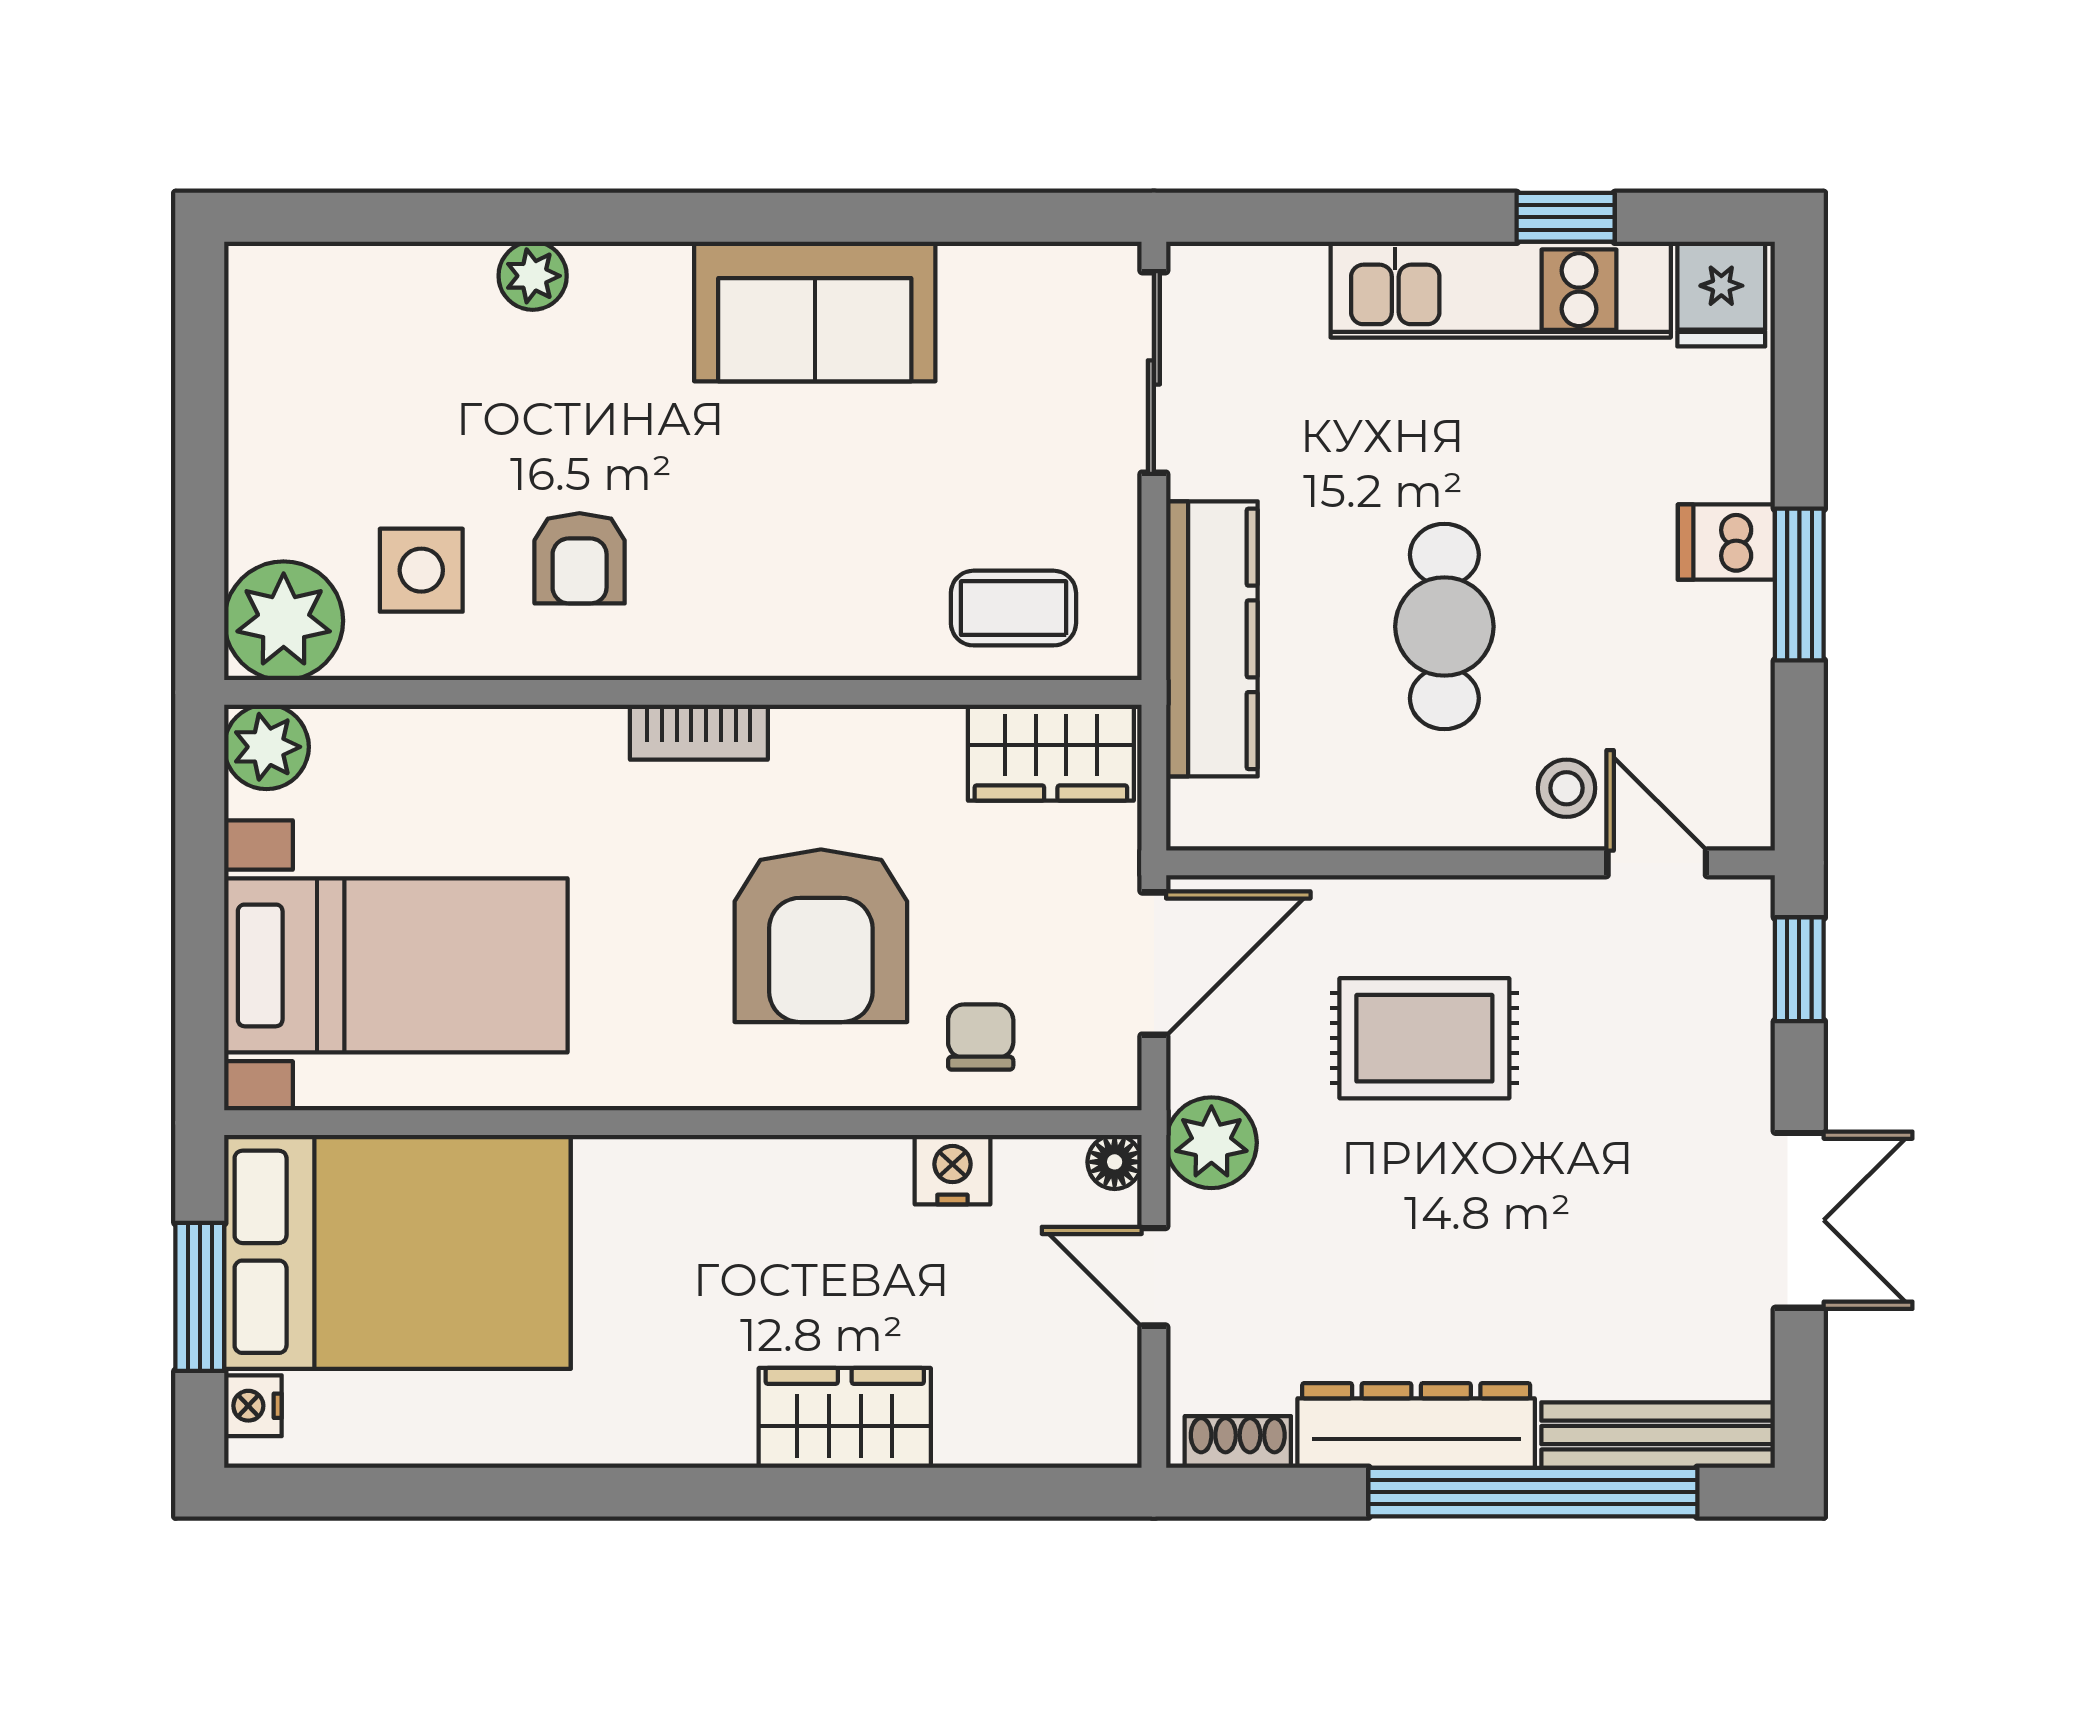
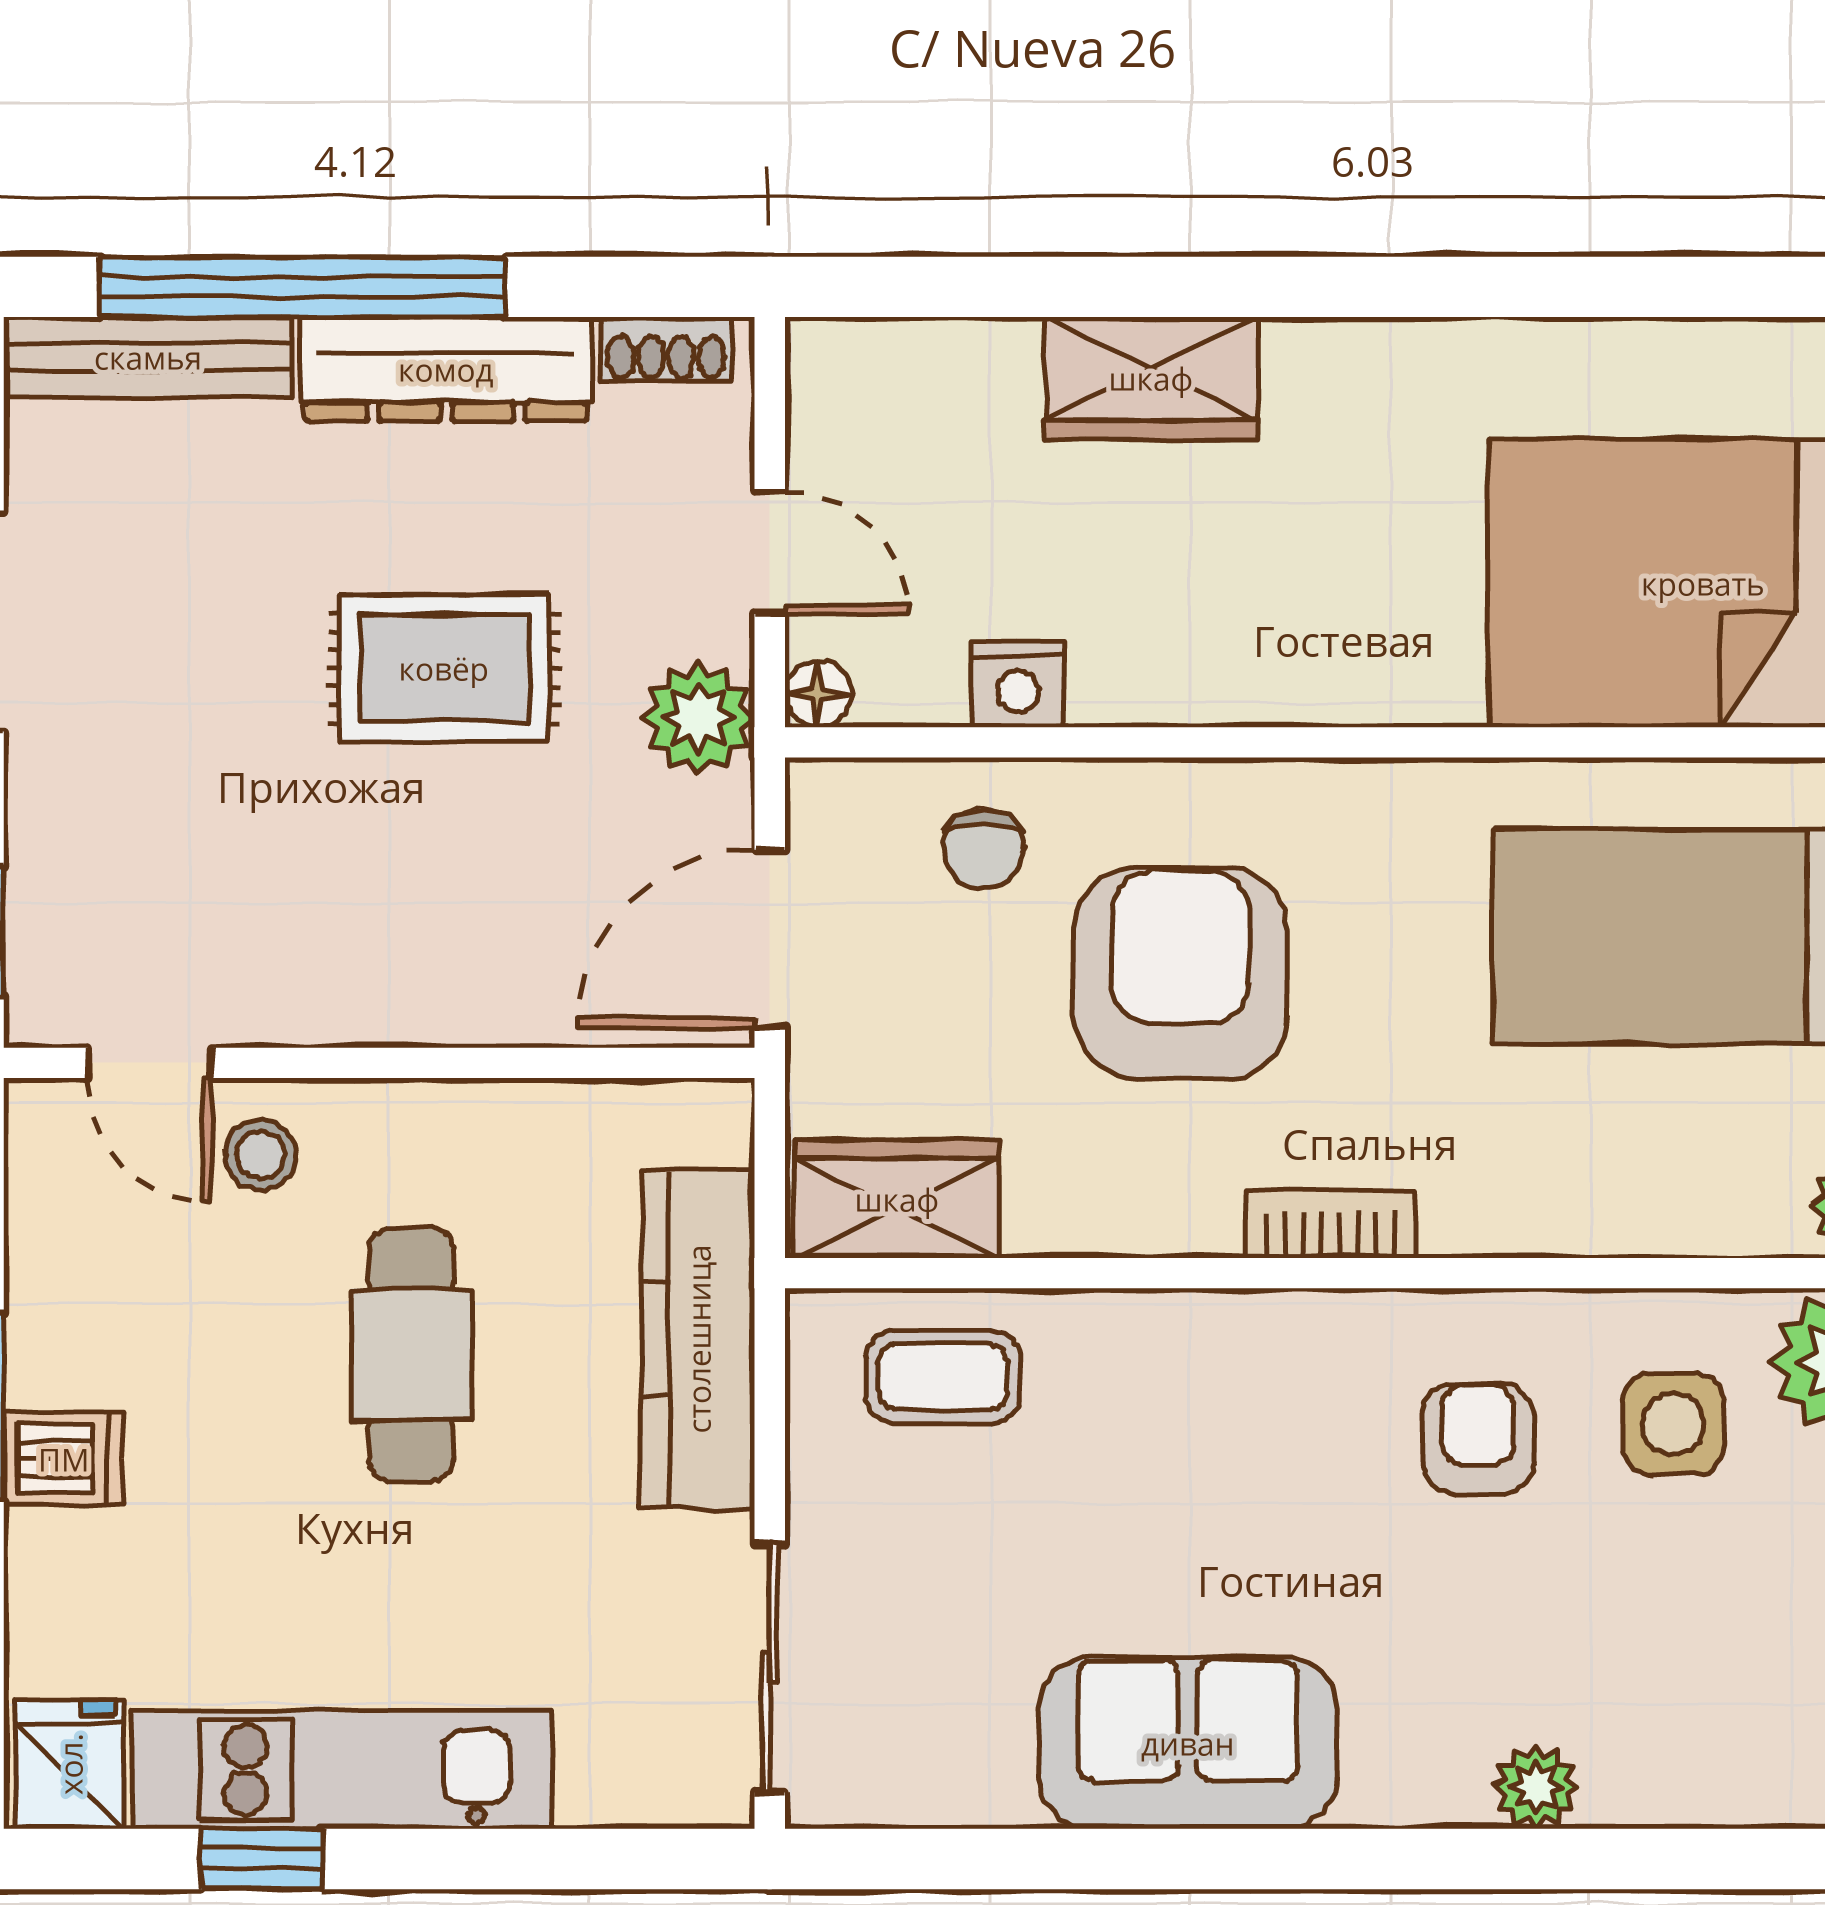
rug: (1424, 1038) -> (444, 668), moved

